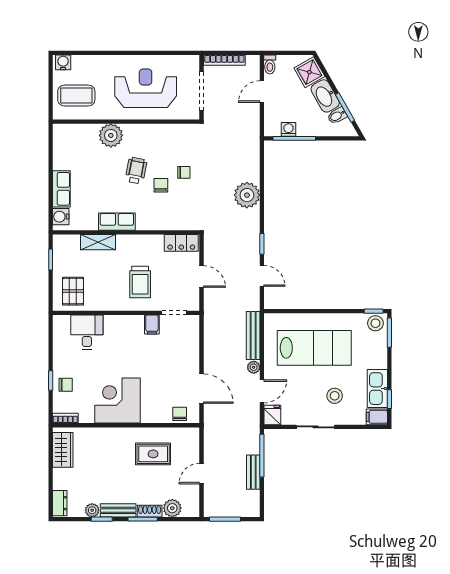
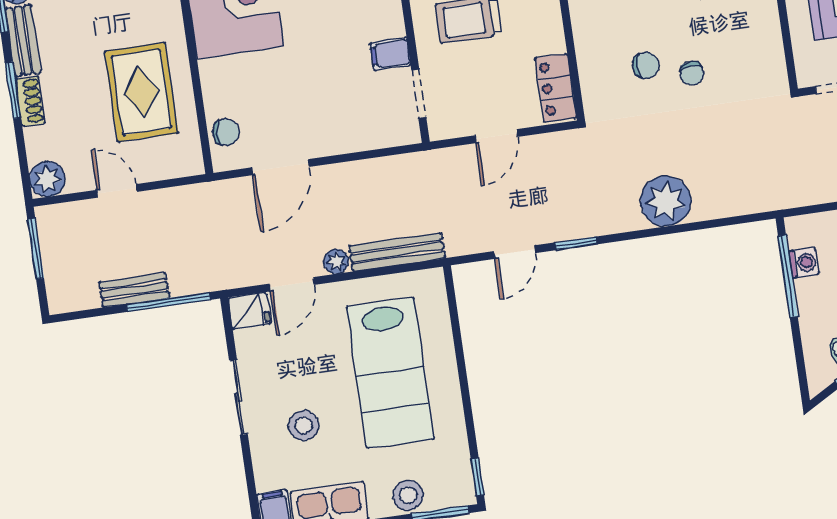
chair: (161, 185) -> (646, 66), moved
stool: (375, 323) -> (408, 495), moved
door: (262, 391) -> (292, 284), hinge flipped
rug: (153, 454) -> (141, 92), width x1.36, depth x1.43
plant: (172, 508) -> (47, 179), moved

